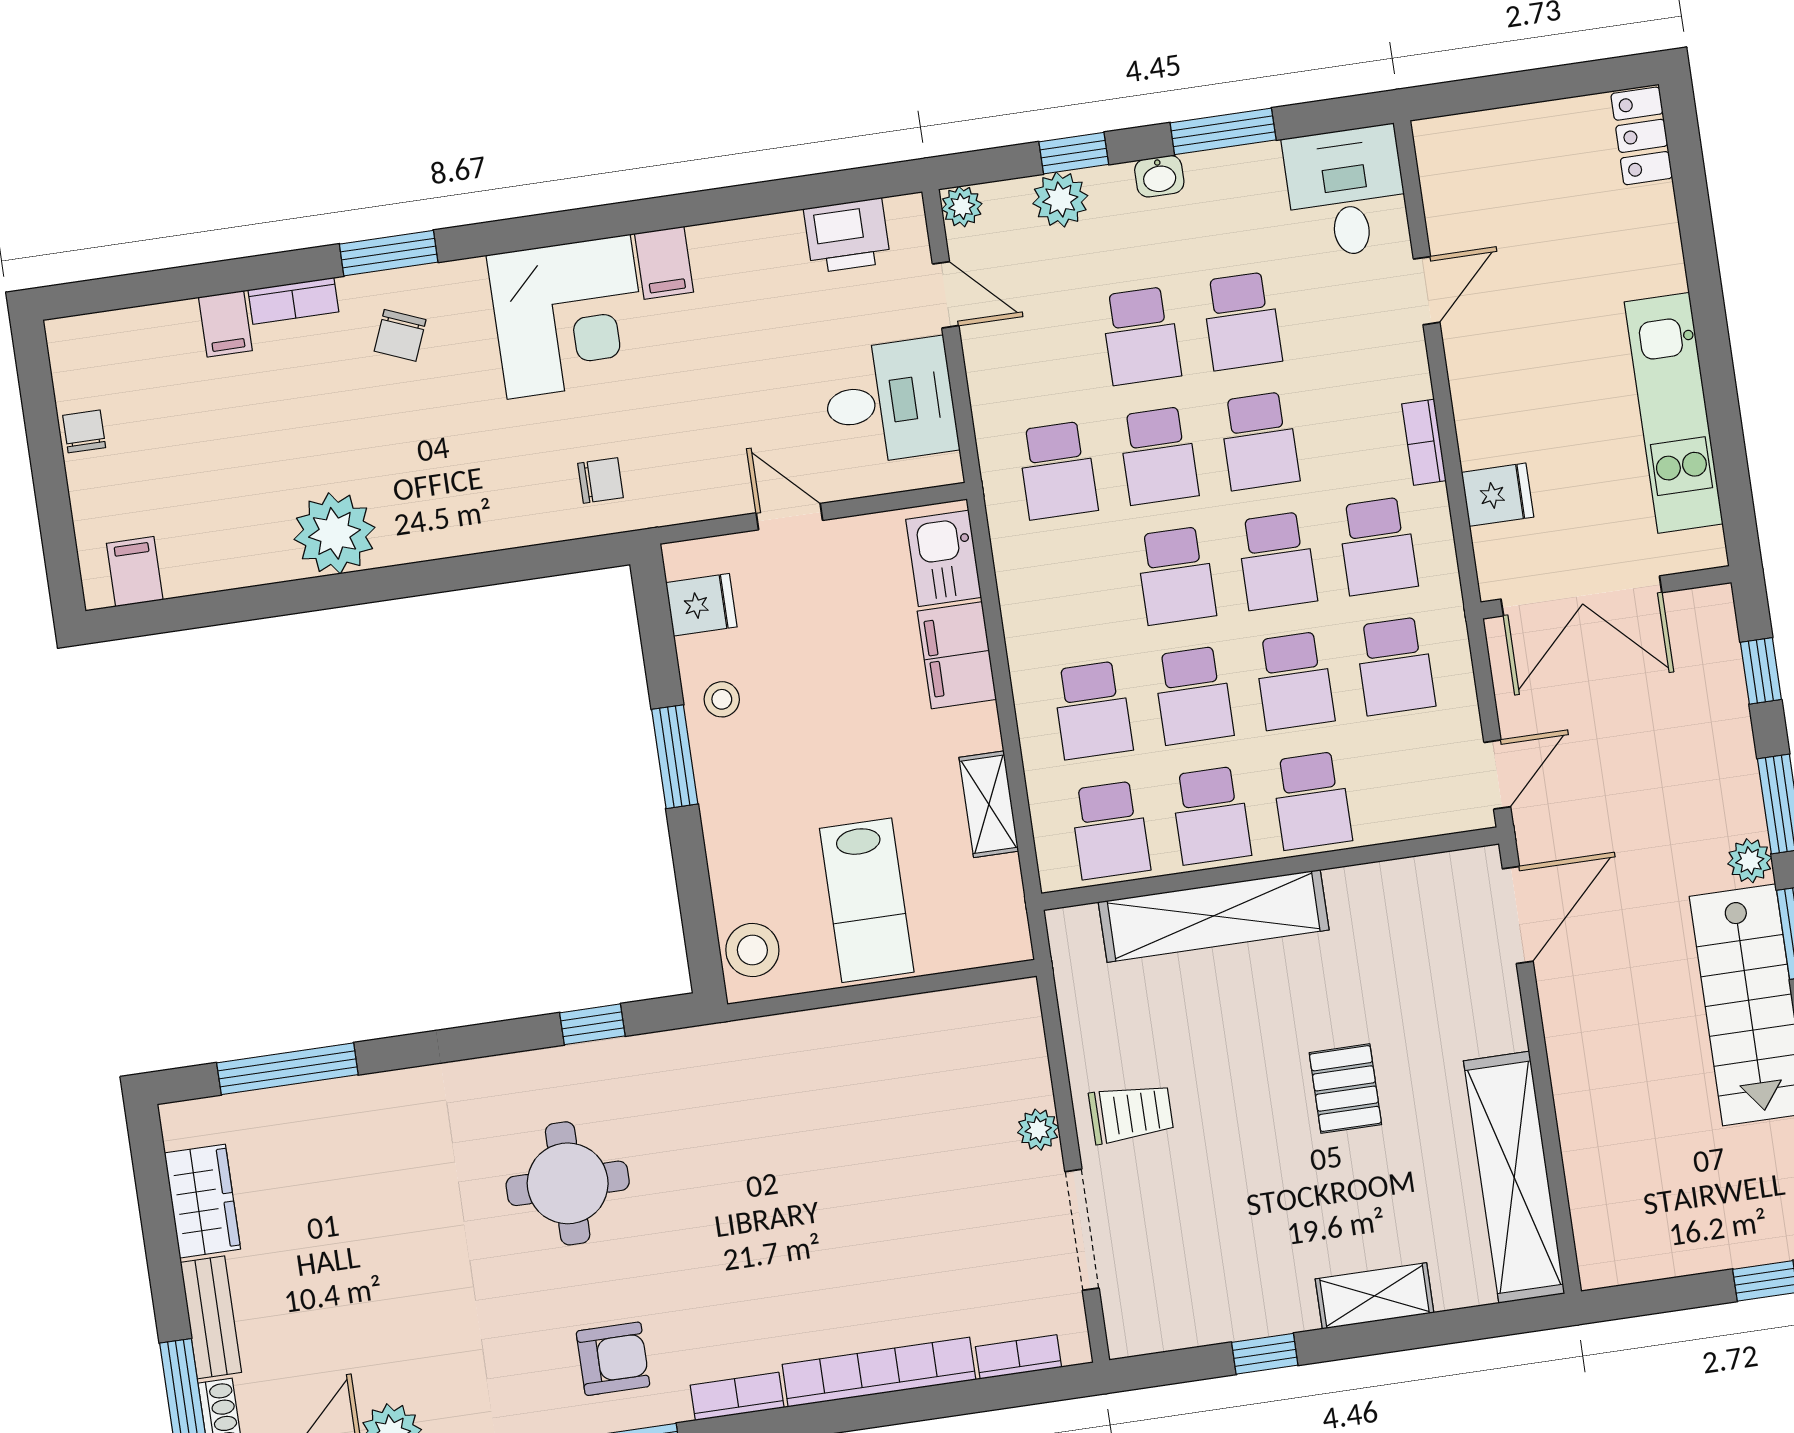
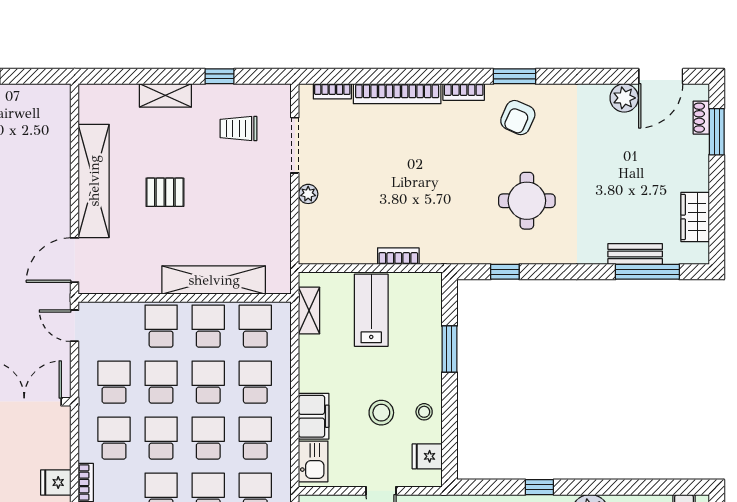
fridge: (1498, 495) -> (56, 482), moved
window: (451, 574) -> (539, 487), added
school desk: (1075, 590) -> (255, 438), added
window: (675, 757) -> (449, 349), moved
door: (1497, 775) -> (75, 326), hinge flipped
shelving: (989, 804) -> (309, 311), moved
stool: (752, 950) -> (381, 413), moved
bookcase: (826, 1025) -> (398, 256), added
pallet: (1345, 1089) -> (165, 192), turned 90
trolley: (1131, 1113) -> (238, 128), moved
shelving: (1514, 1177) -> (94, 181), moved
bench: (211, 1317) -> (635, 254), moved, turned 90
armchair: (613, 1359) -> (518, 118), turned -66

